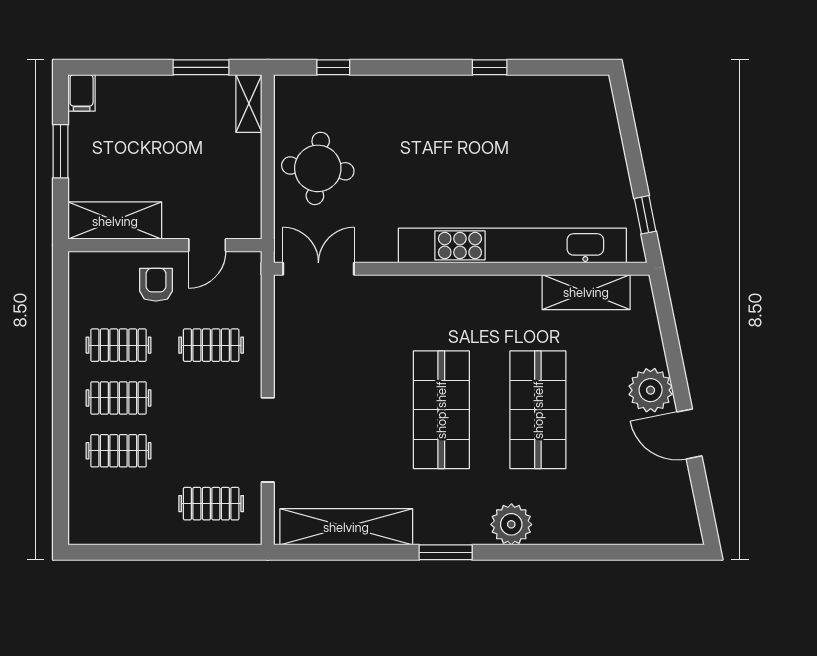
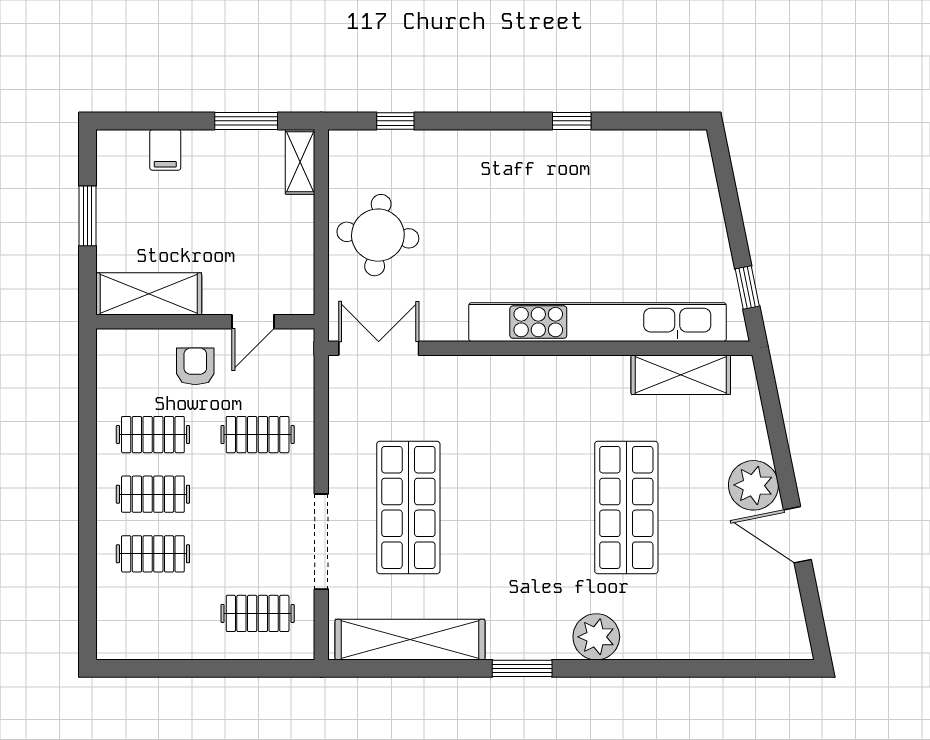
filing cabinet: (82, 93) -> (165, 150), moved
shop shelf: (441, 410) -> (408, 507), moved

